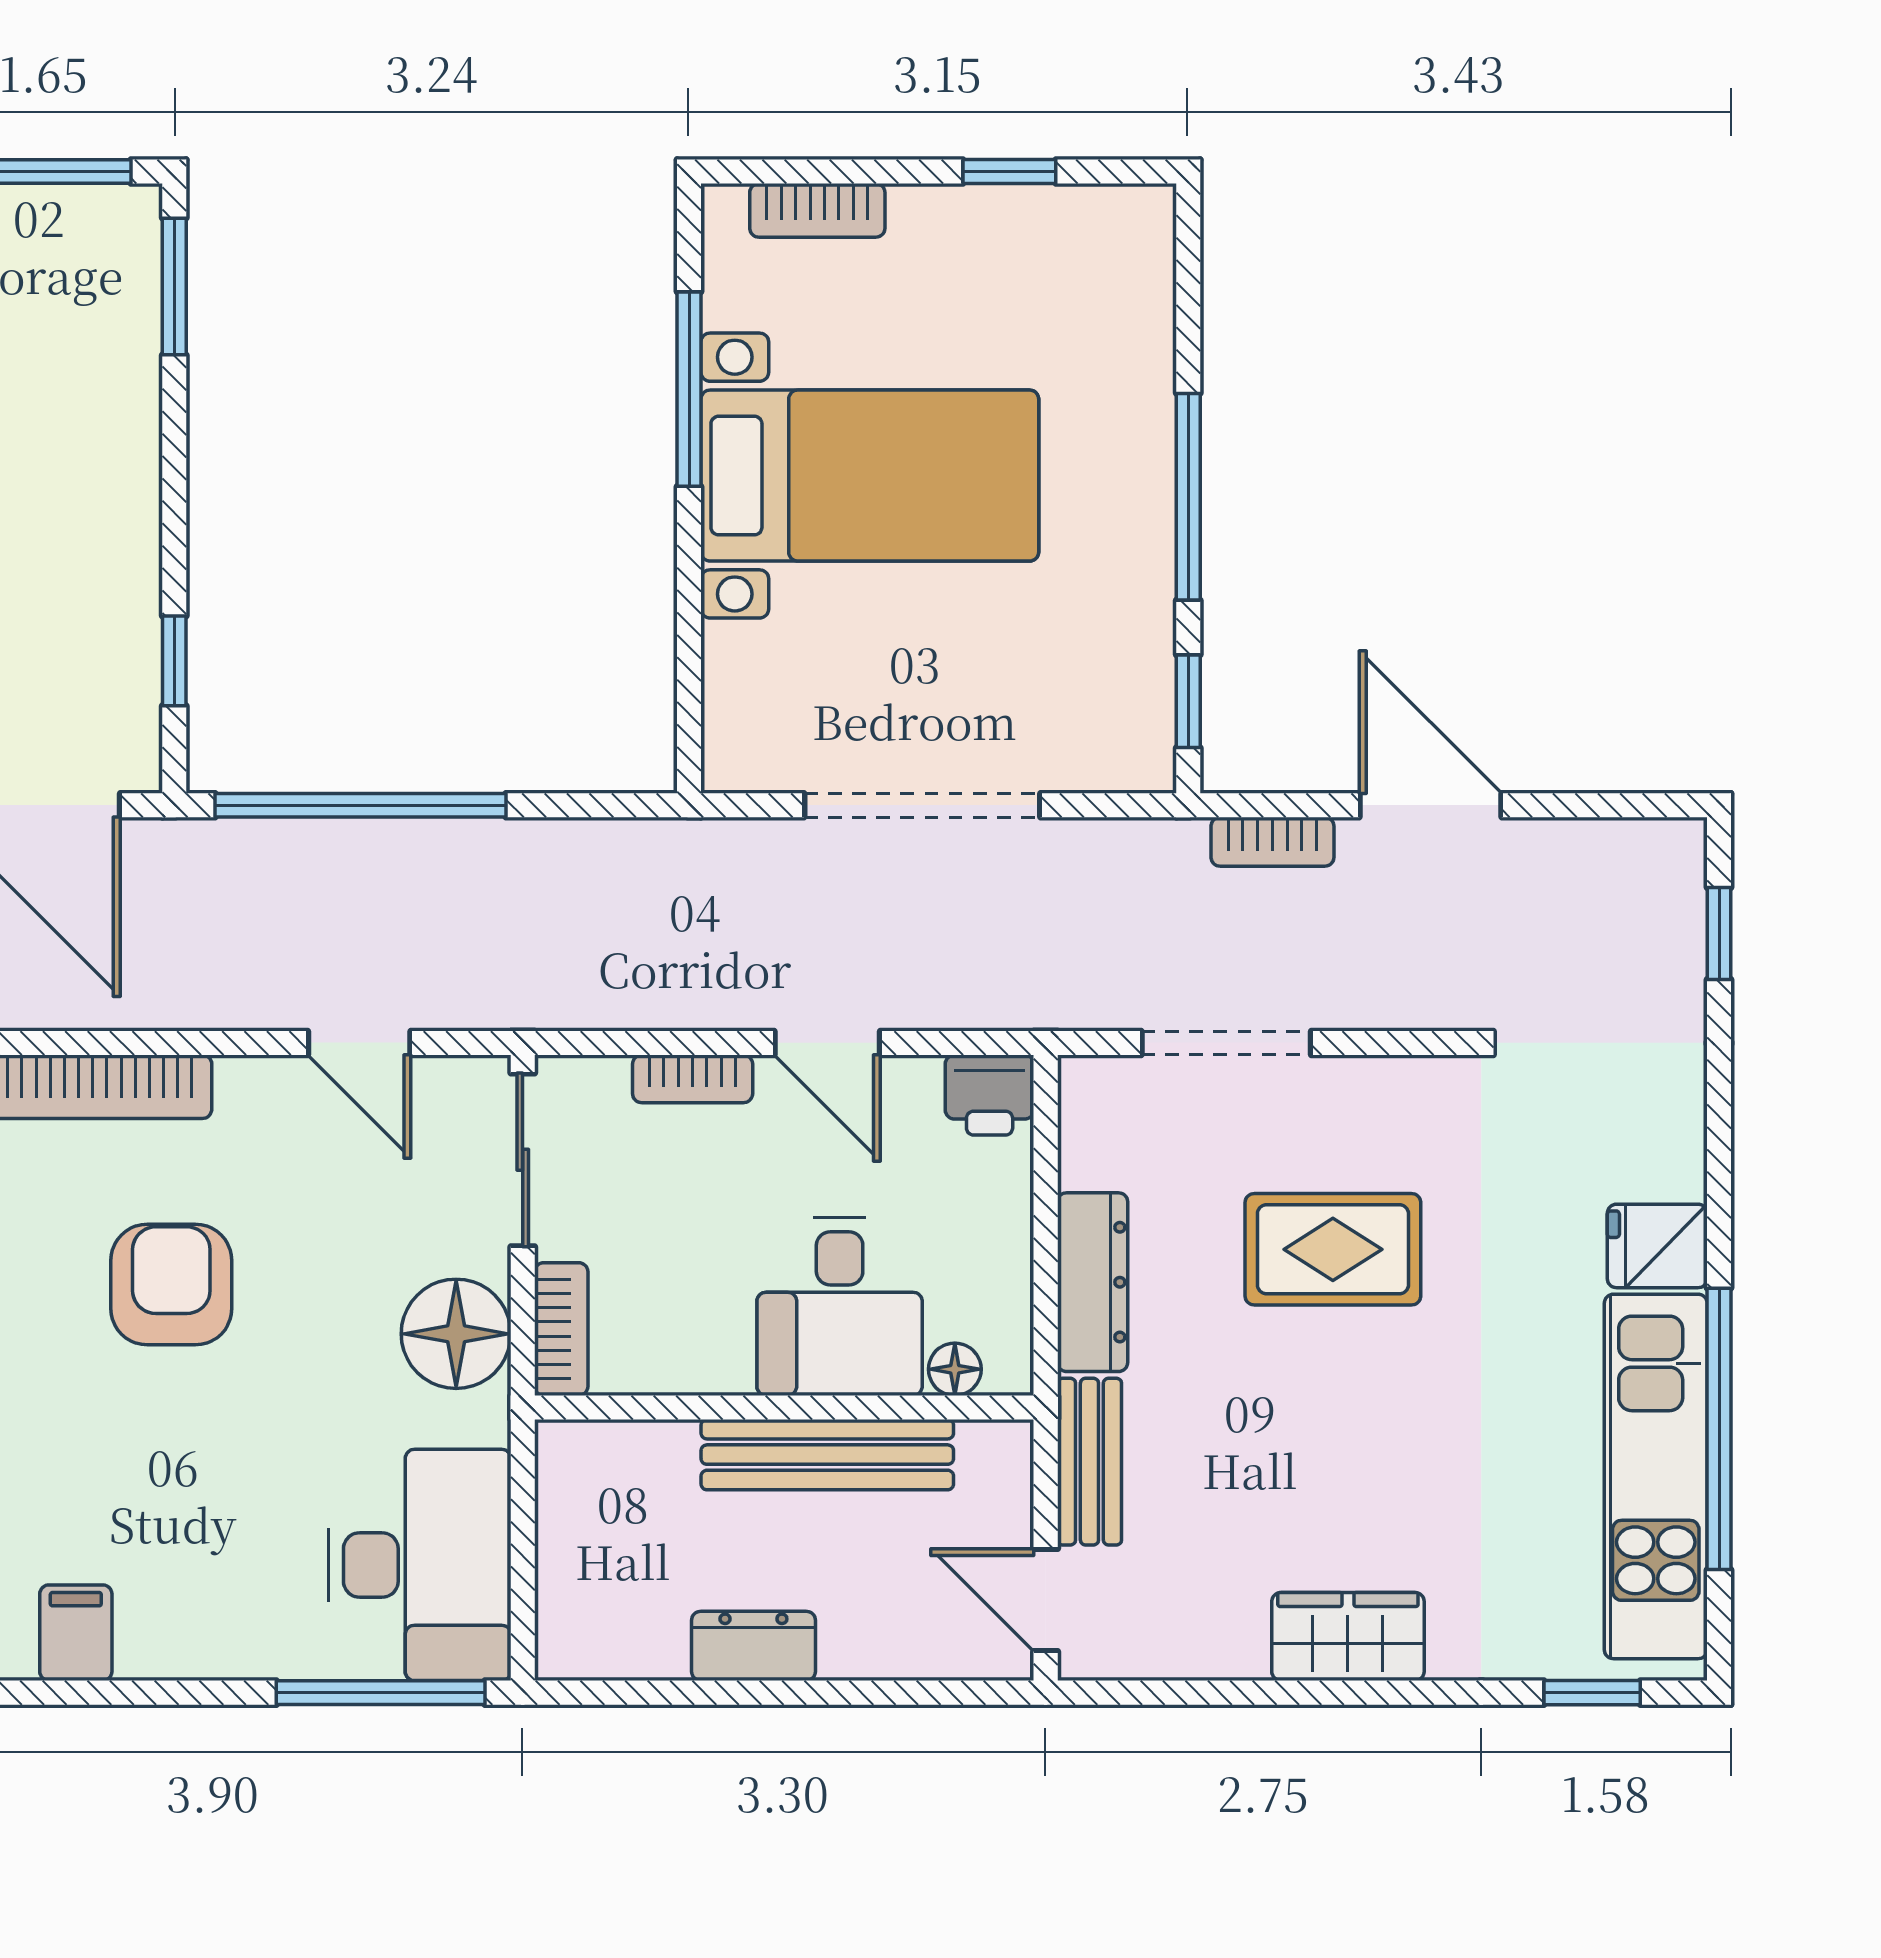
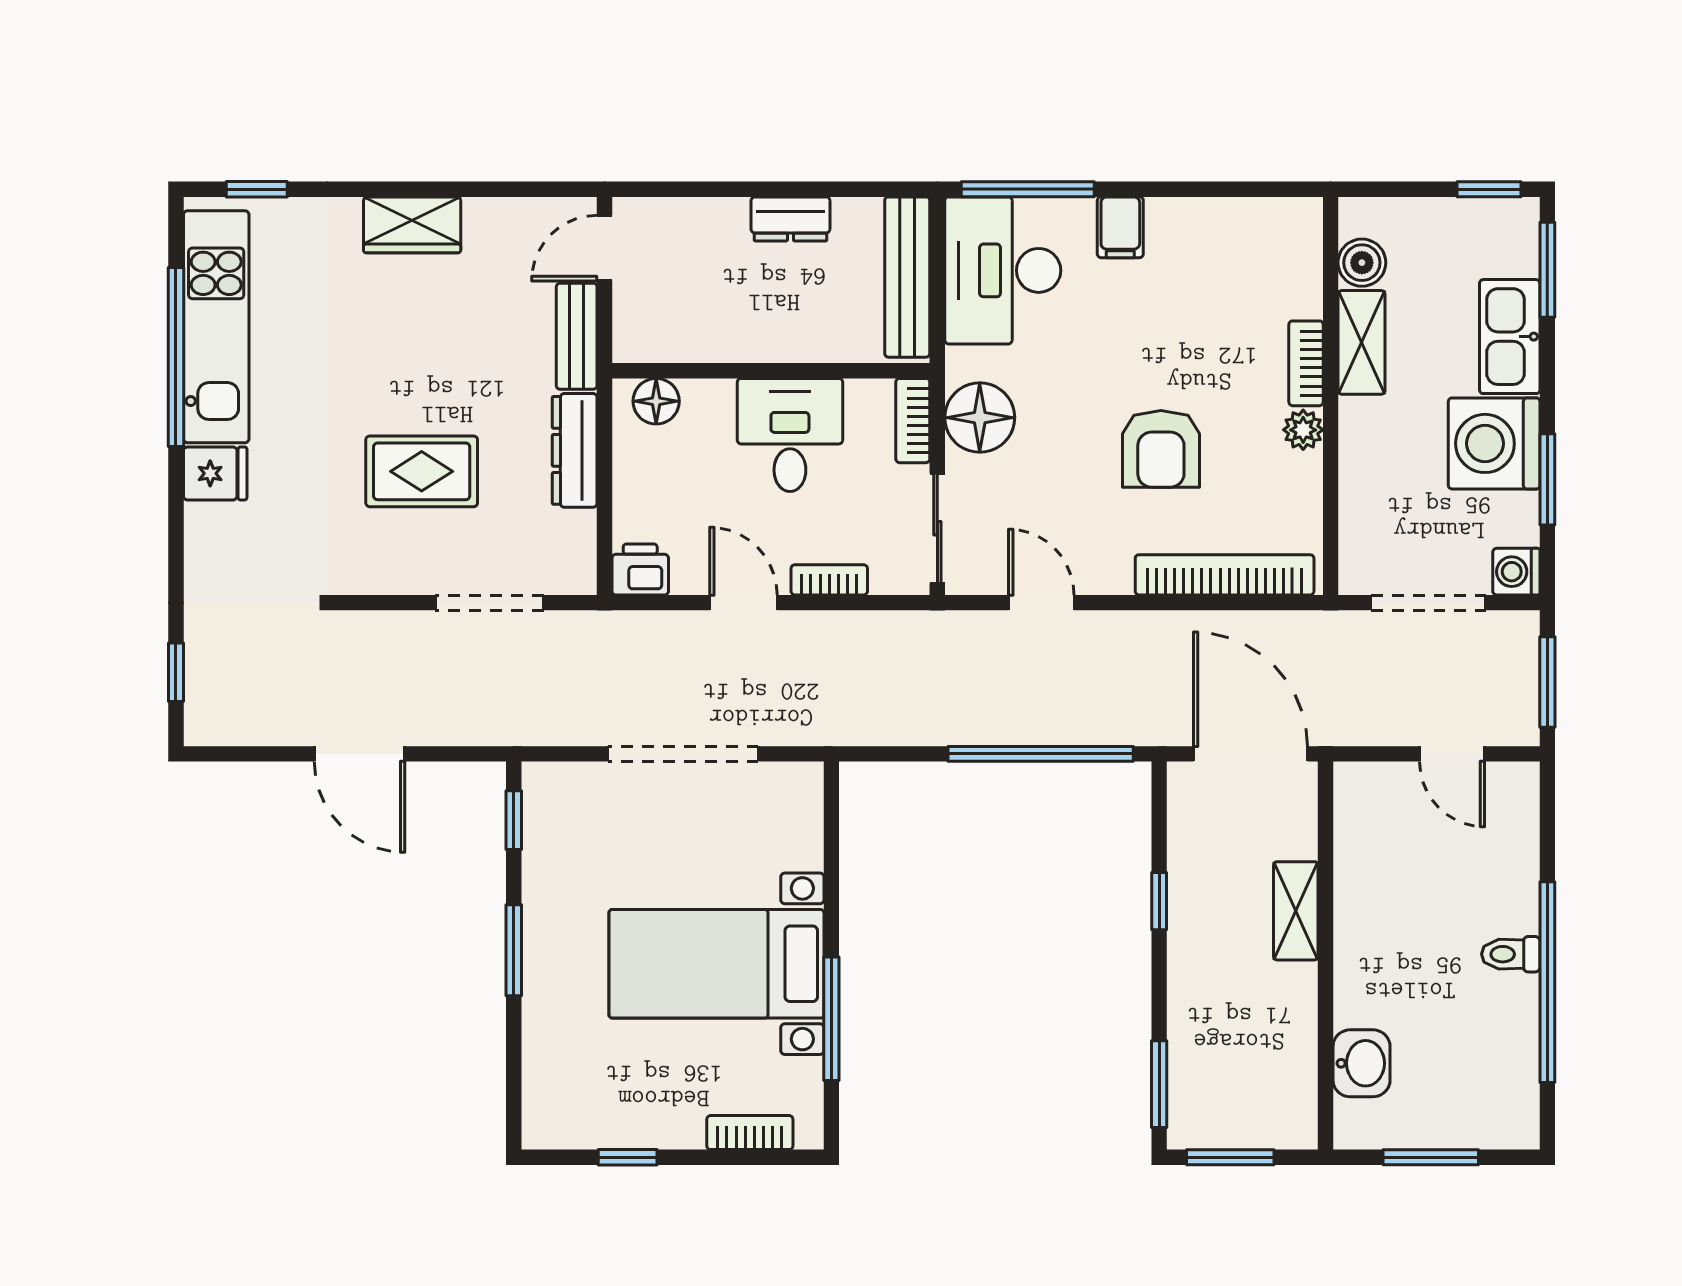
window: (1188, 497) -> (514, 950), width x0.69
window: (174, 661) -> (1159, 901), moved
bookcase: (1272, 842) -> (460, 731), removed
desk: (840, 1306) -> (790, 435), moved
floor lamp: (955, 1369) -> (656, 401), width x1.37, depth x1.37
bench: (827, 1455) -> (907, 277), moved, turned 90
door: (1046, 1600) -> (605, 248), swing flipped
filing cabinet: (76, 1633) -> (1120, 227), moved

